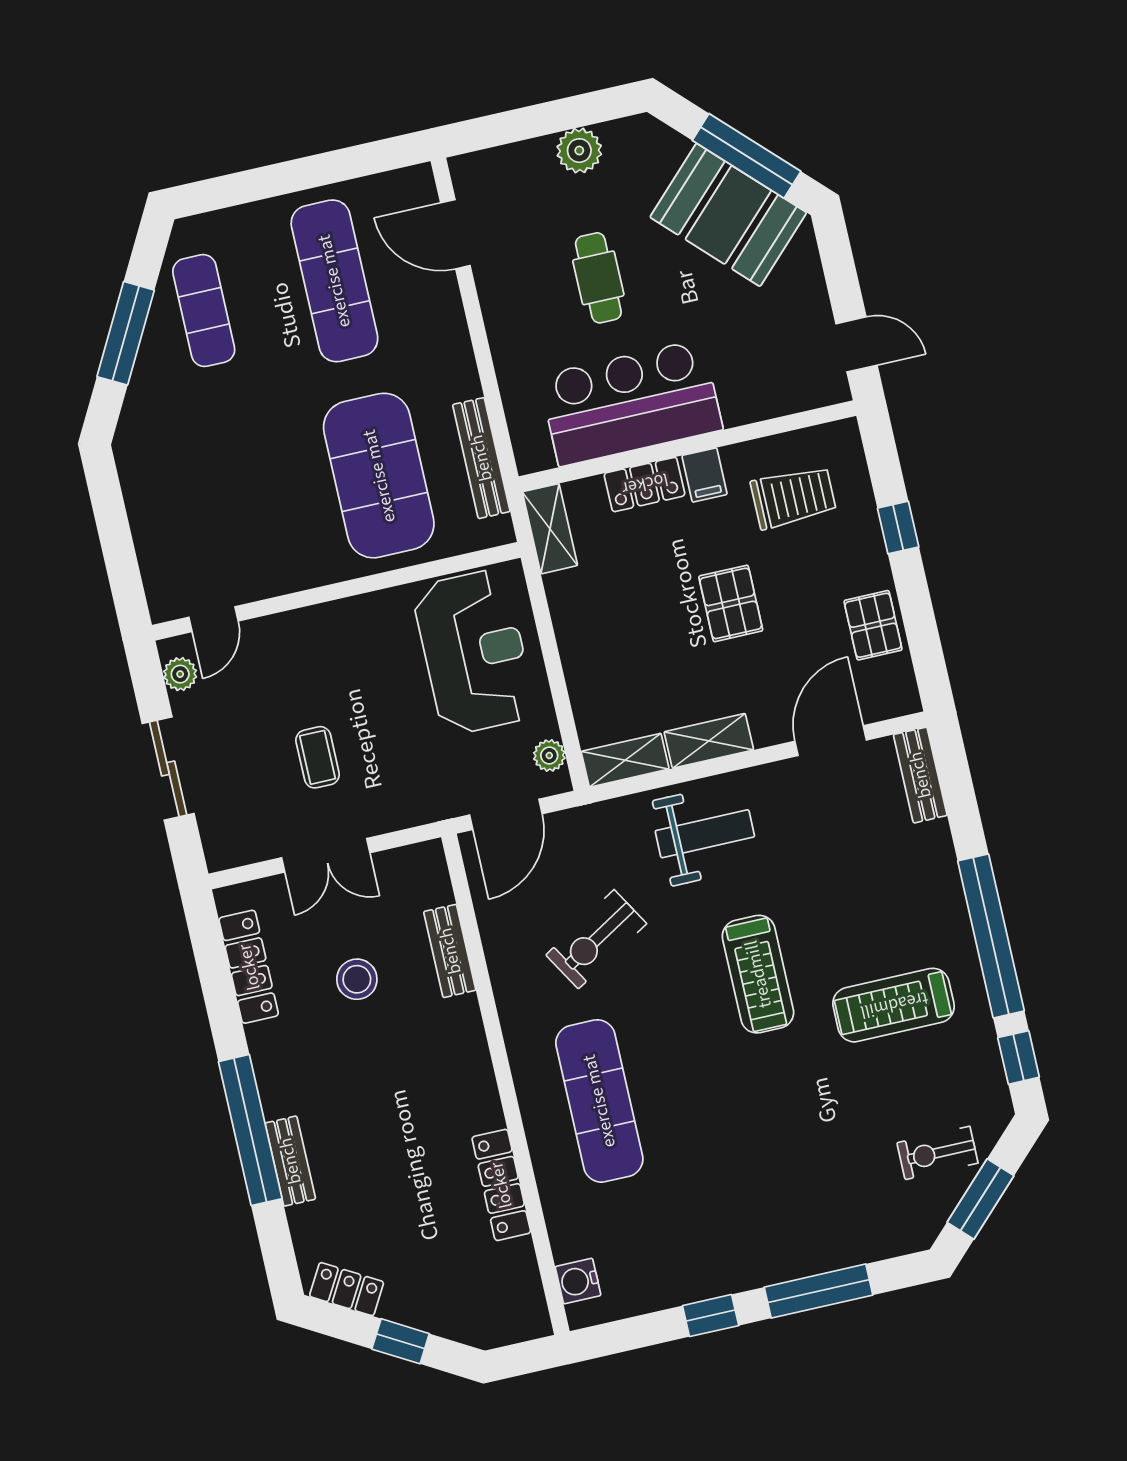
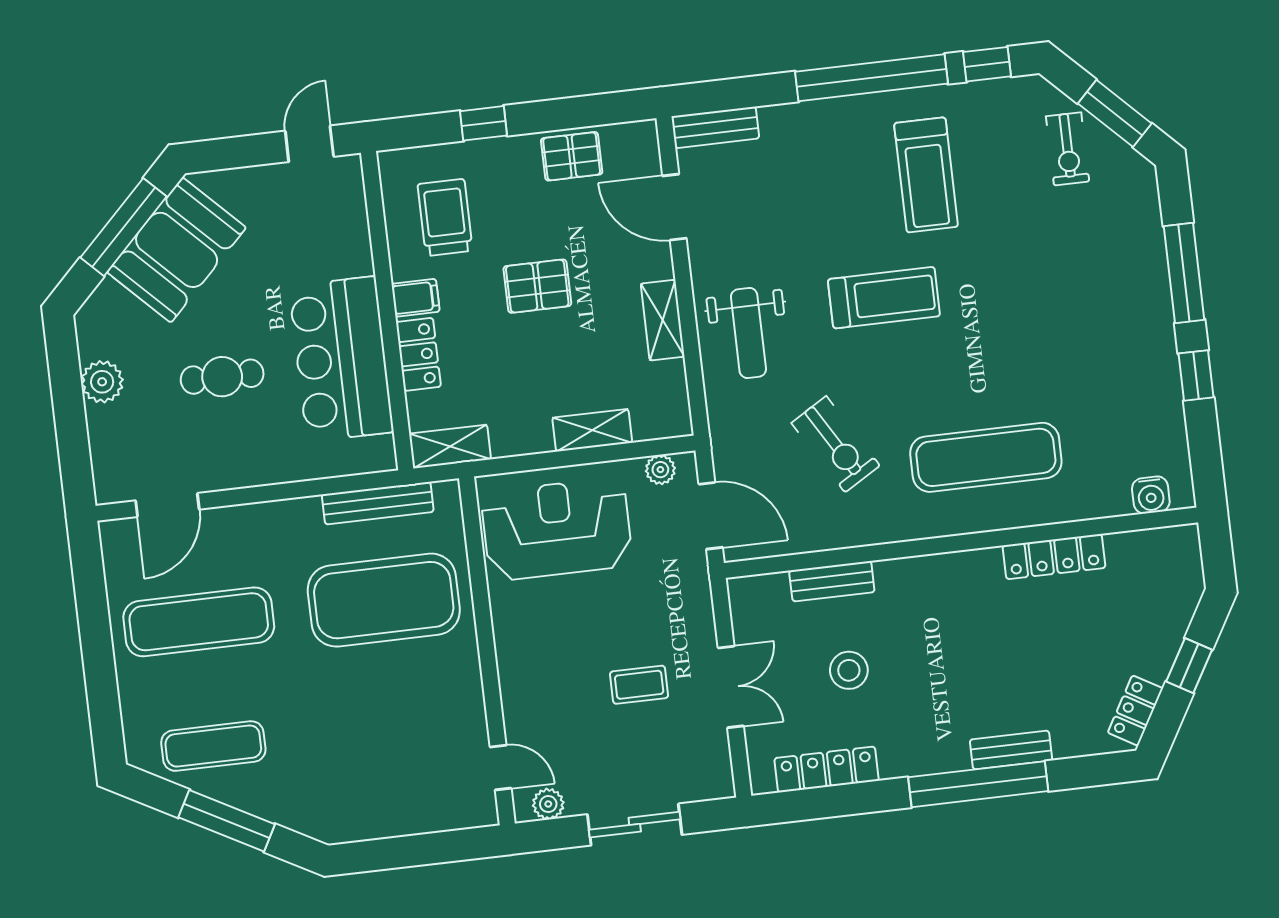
shelving: (625, 760) -> (592, 430), moved, turned 90
weight bench: (705, 834) -> (748, 333), turned 180

